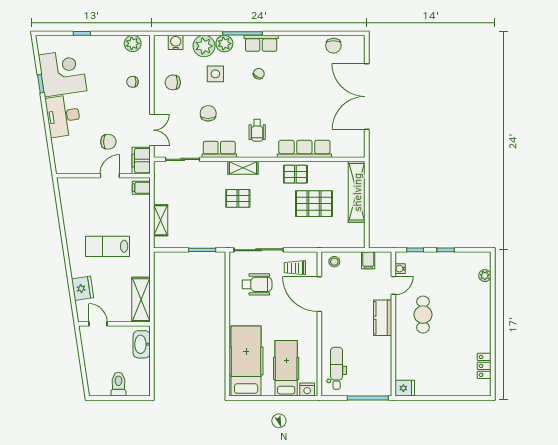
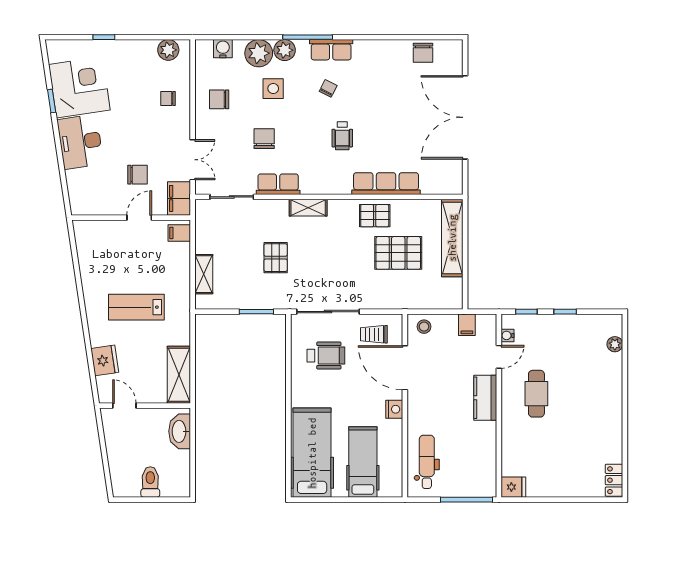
wheelchair: (257, 130) -> (342, 136), moved
pallet: (238, 198) -> (276, 258), moved, turned 90
locker: (484, 366) -> (614, 480), moved
nightstand: (307, 390) -> (394, 409), moved, turned -90

